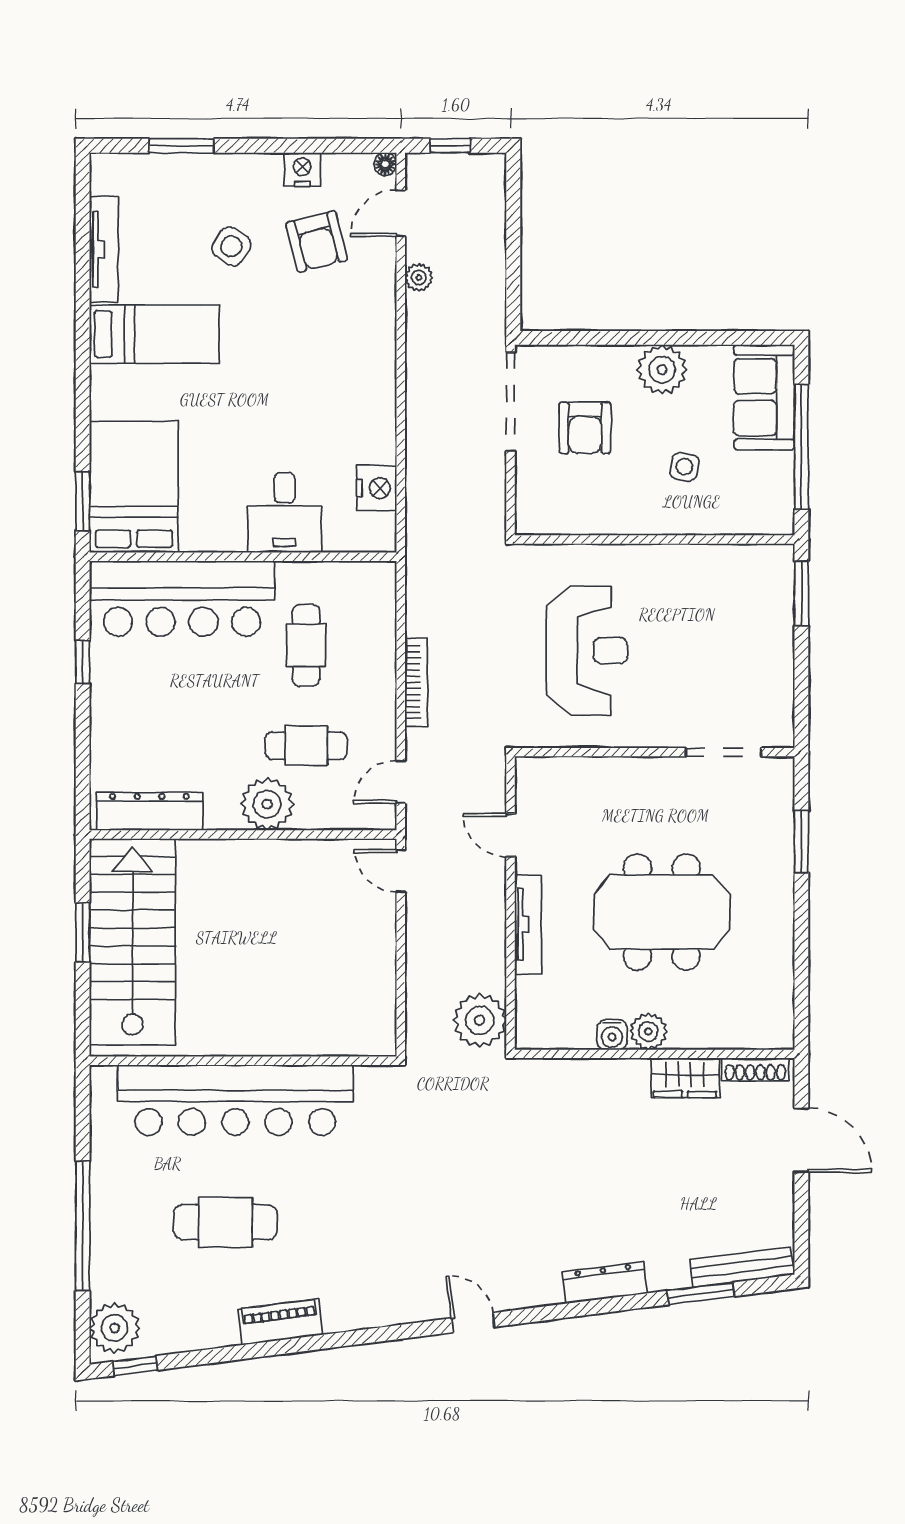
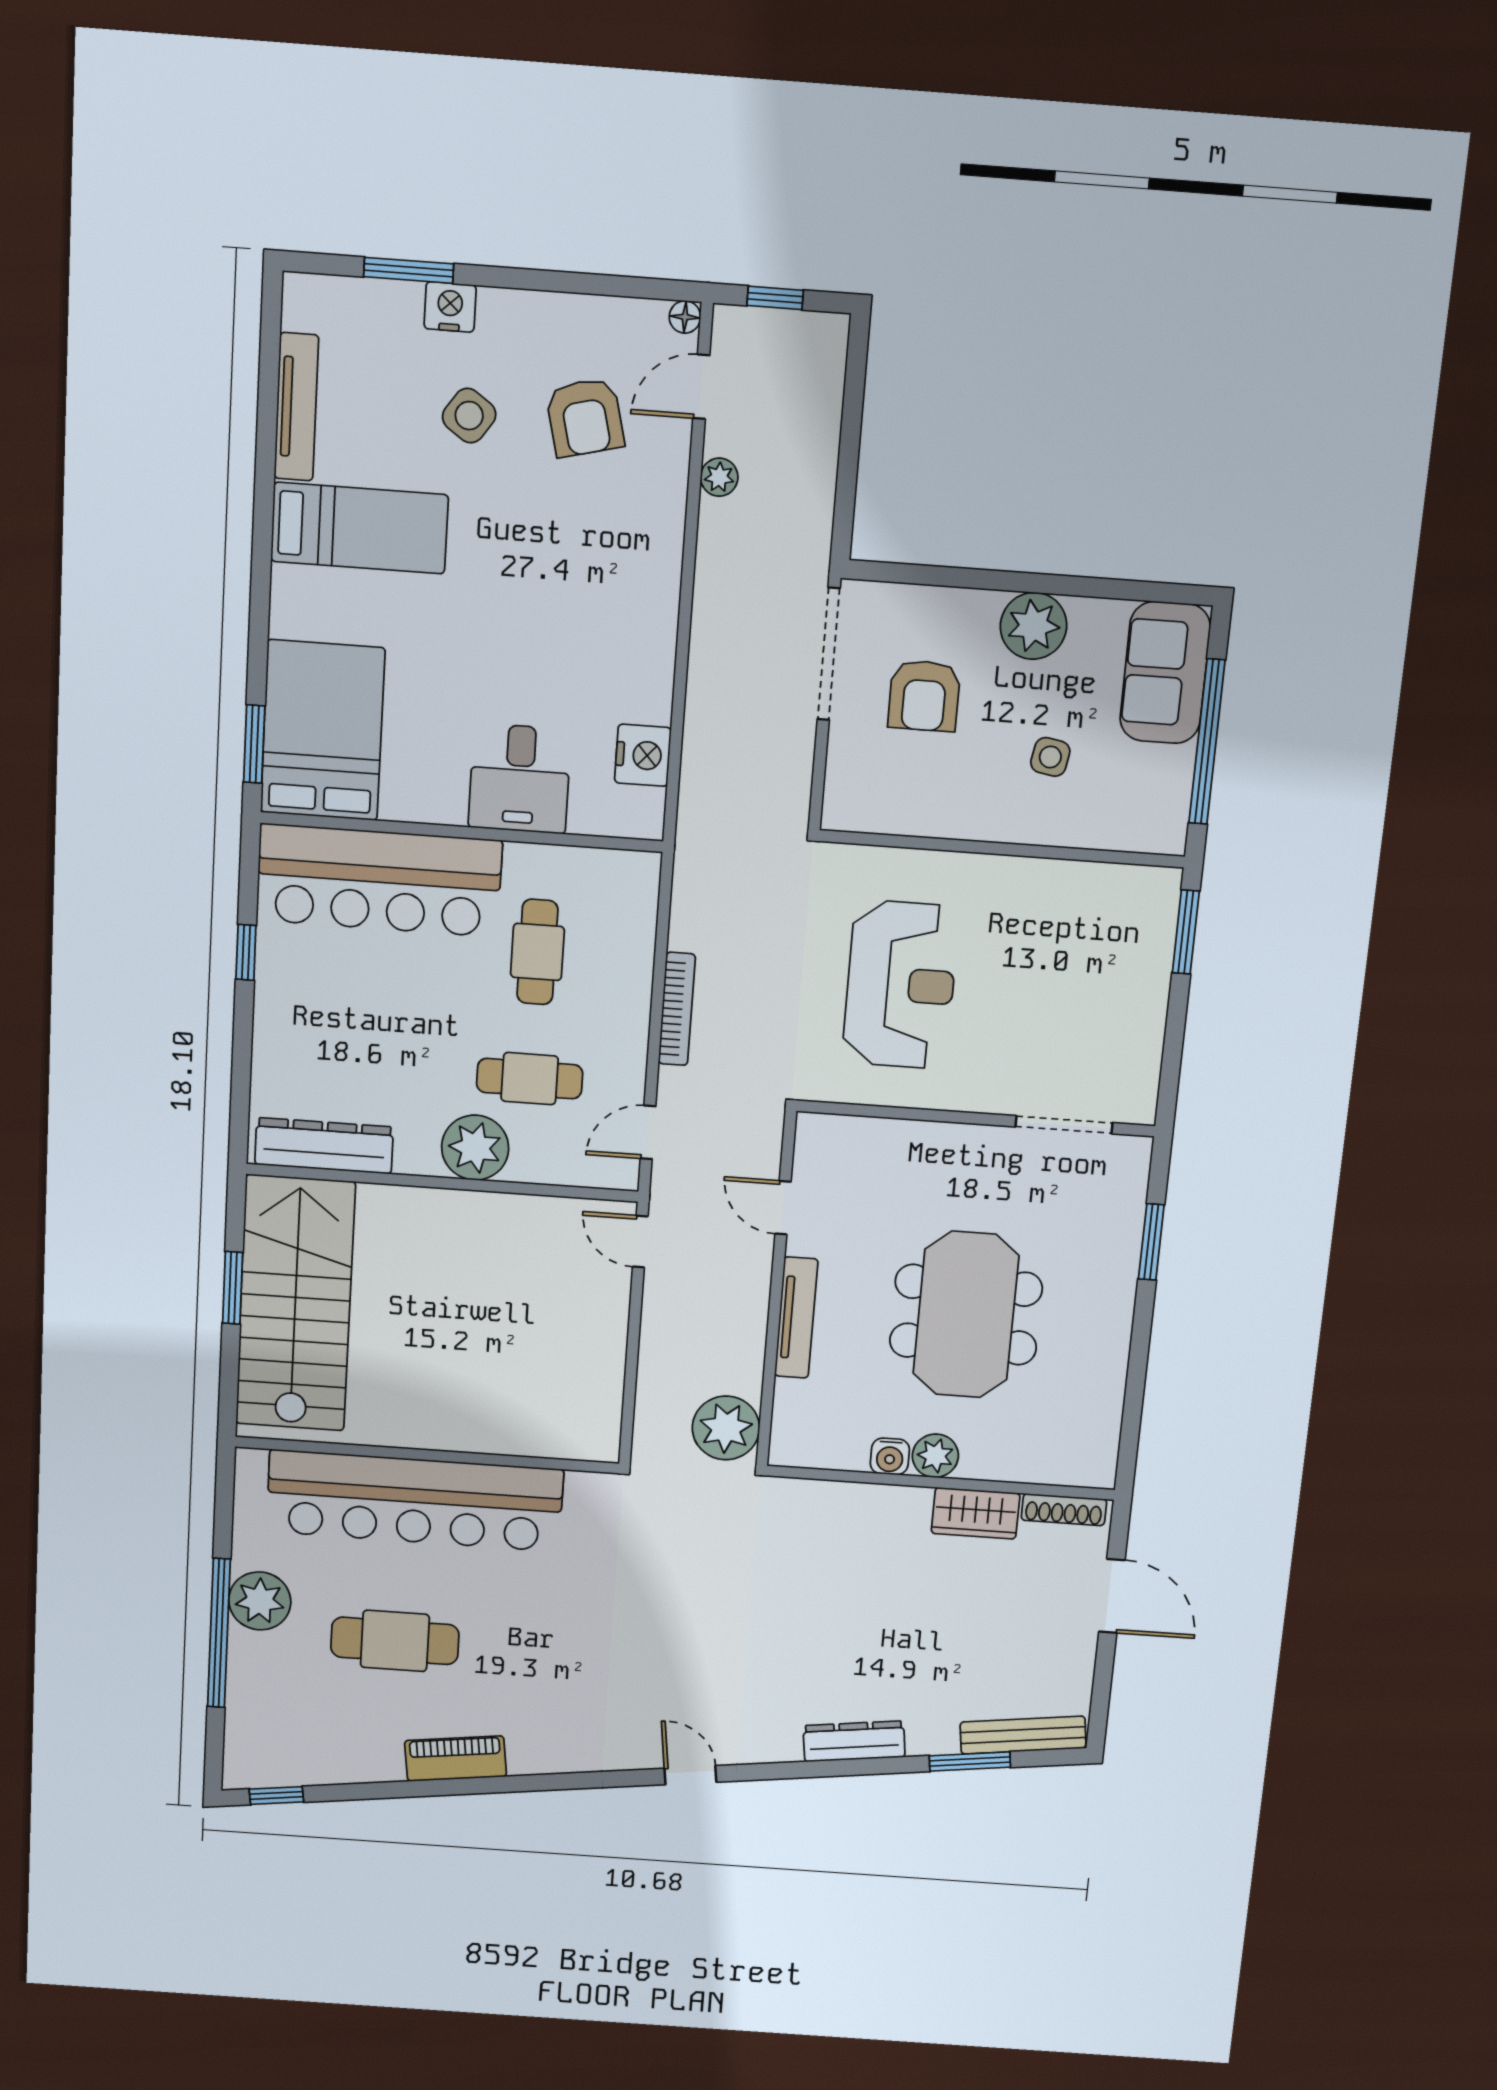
nightstand: (302, 170) -> (450, 307), moved
meeting table: (662, 912) -> (966, 1315), turned 90
plant: (115, 1328) -> (260, 1601), moved

